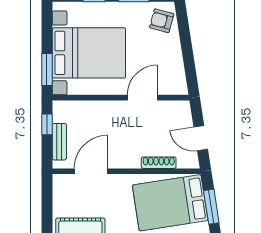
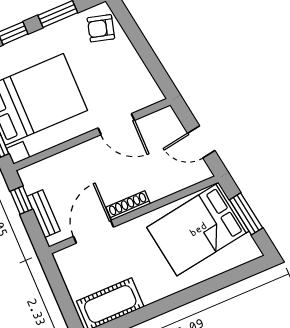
door: (143, 98) -> (116, 124), swing flipped
shoe rack: (159, 163) -> (128, 206), moved

